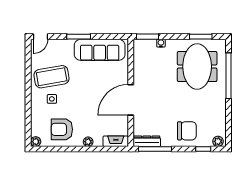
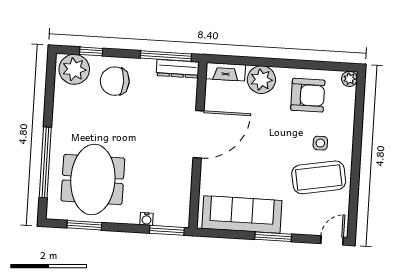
plant: (218, 141) -> (74, 69), width x1.88, depth x1.88
plant: (88, 142) -> (261, 80), width x1.88, depth x1.88

